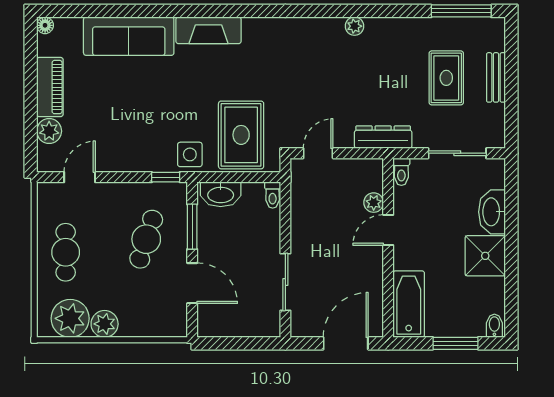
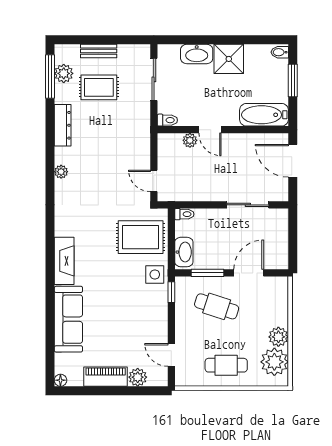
plant: (354, 26) -> (61, 172), moved
plant: (465, 30) -> (64, 73), added
dresser: (383, 137) -> (63, 125), moved, turned 180

